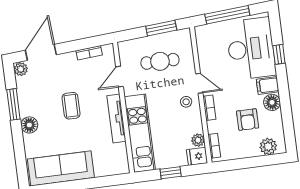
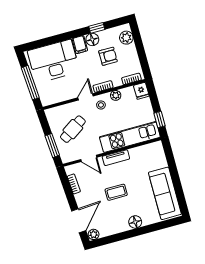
window: (161, 28) -> (52, 145), moved
door: (41, 52) -> (79, 221), swing flipped
window: (279, 54) -> (97, 28), moved
cafe table: (160, 61) -> (73, 129), turned 56
window: (13, 104) -> (121, 236), removed
tv unit: (116, 119) -> (116, 158), width x0.71
plant: (198, 140) -> (116, 95), moved
window: (171, 173) -> (159, 120), moved

